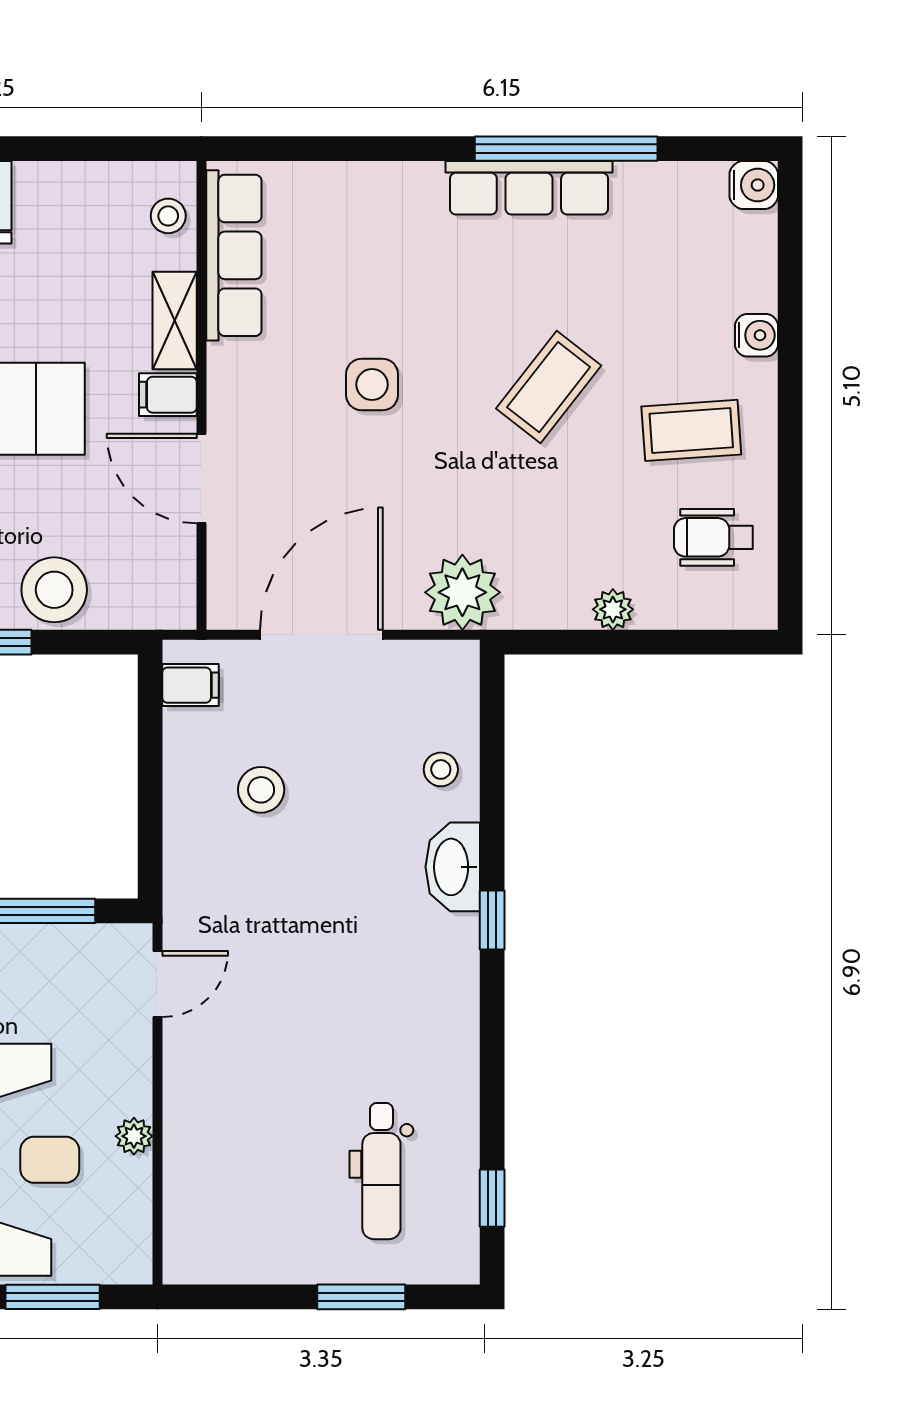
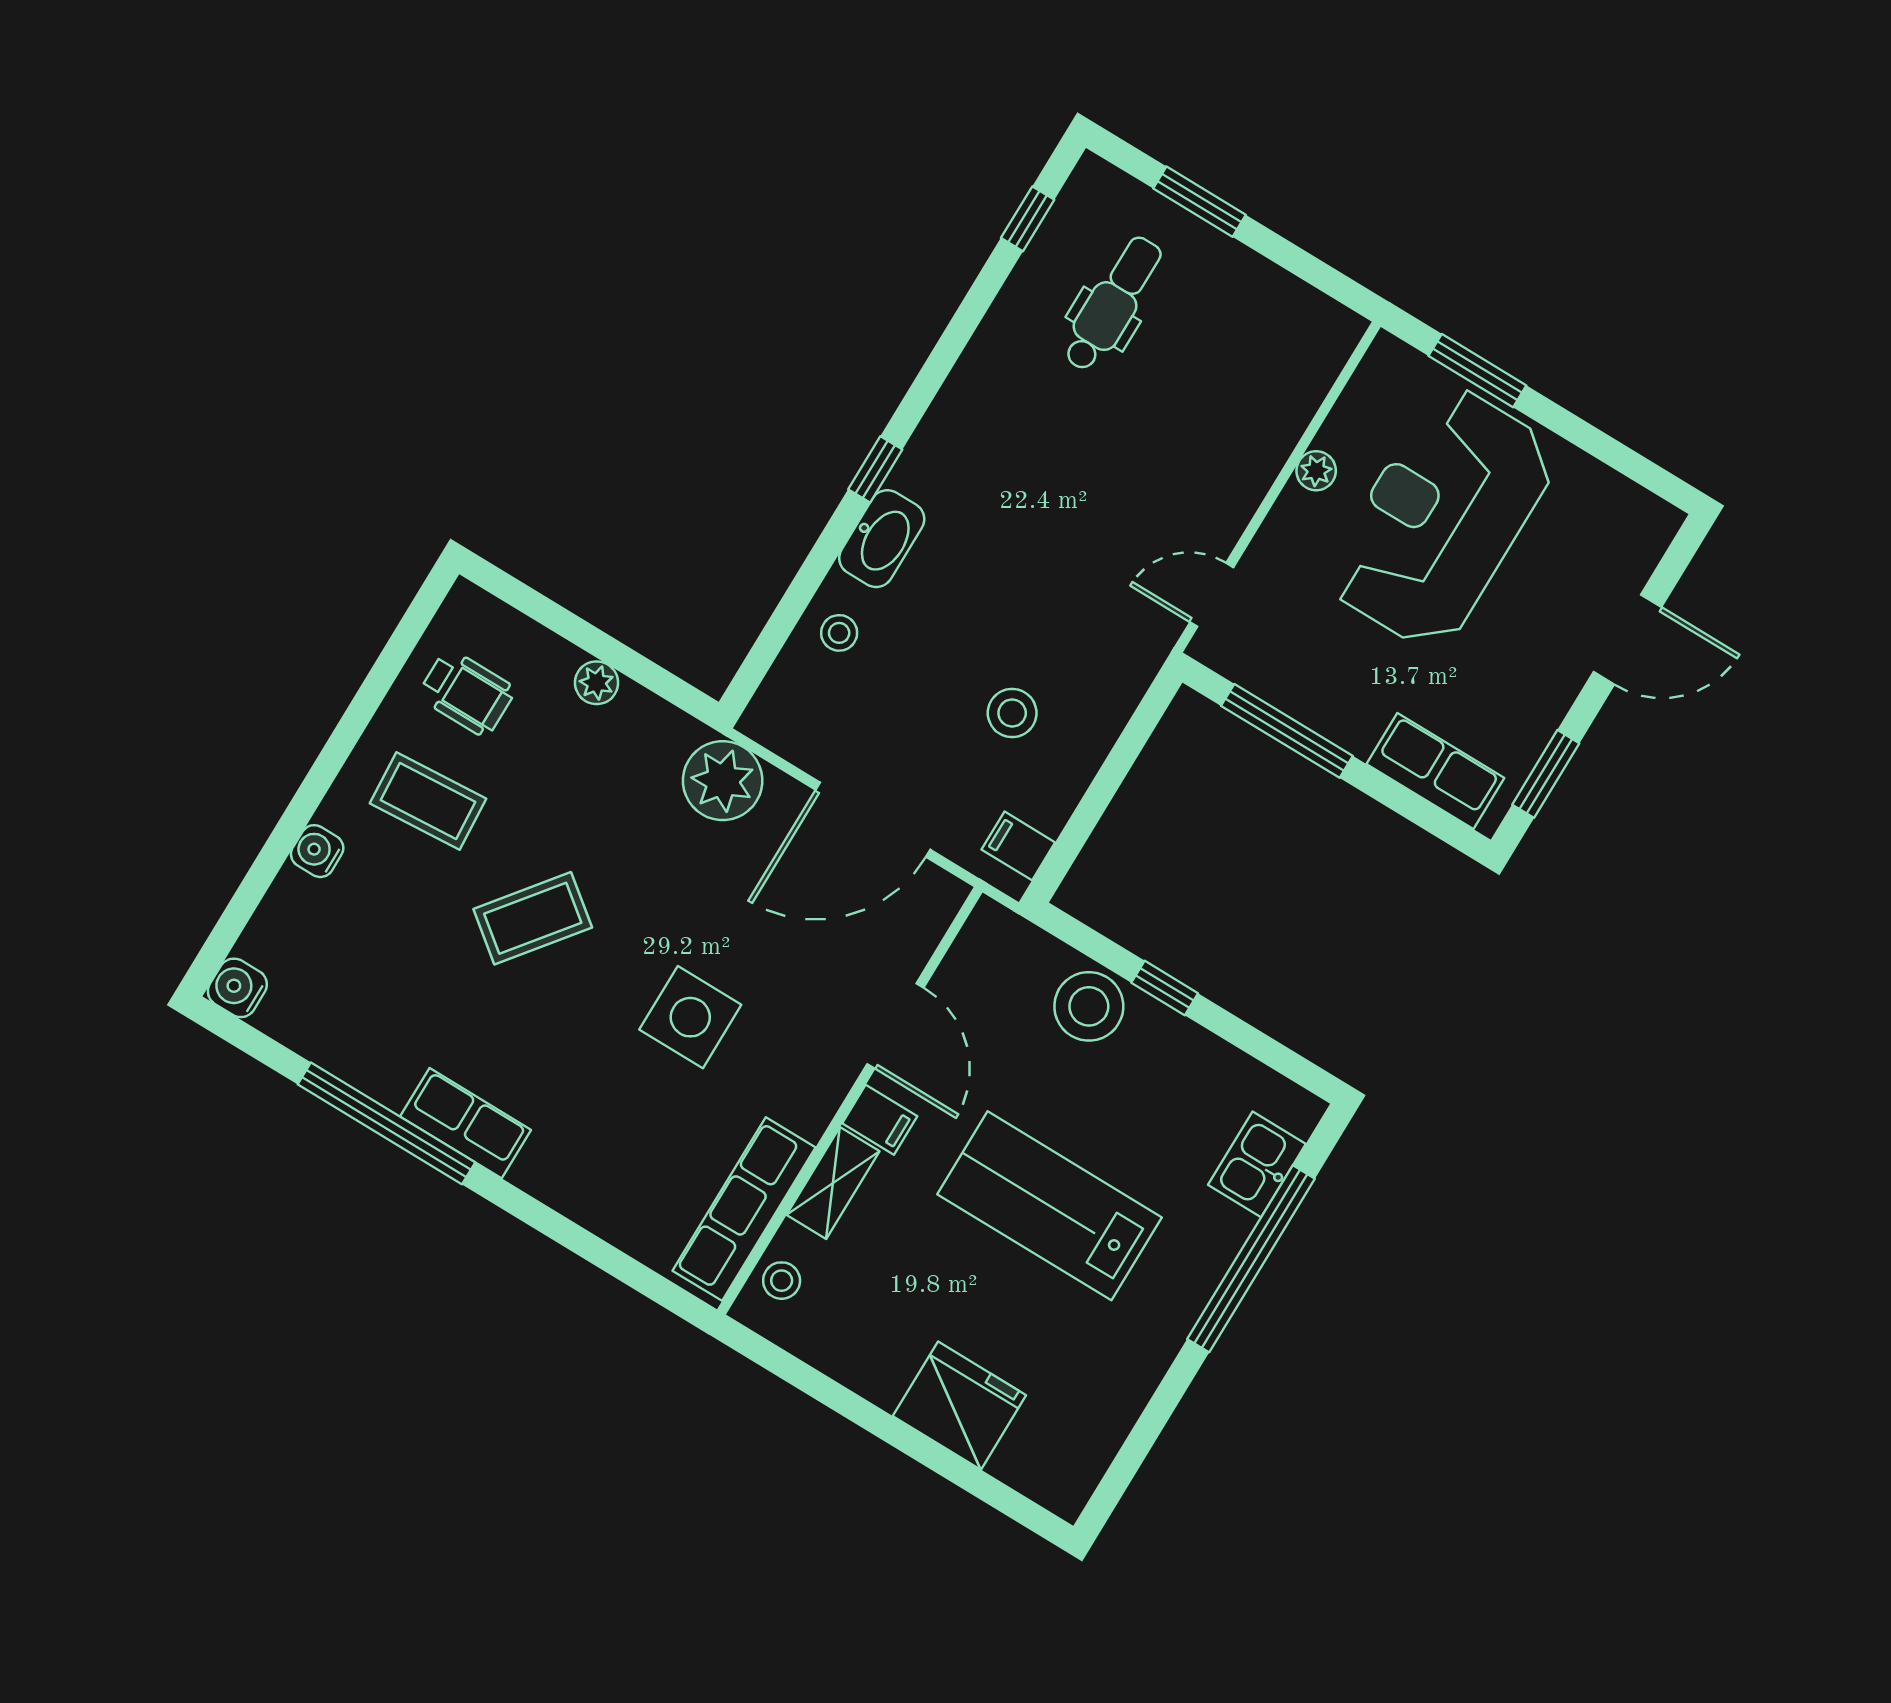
row of seats: (529, 188) -> (466, 1123), width x0.68
side table: (372, 385) -> (690, 1017), width x1.37, depth x1.37

